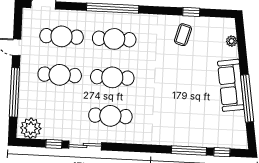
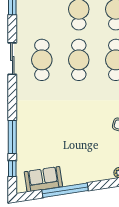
sofa: (231, 85) -> (43, 179), moved, width x0.73
sliding door: (85, 145) -> (12, 59), moved

